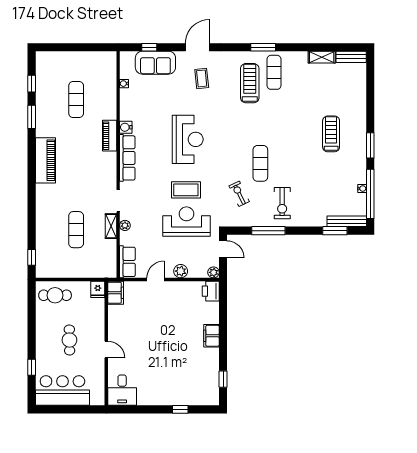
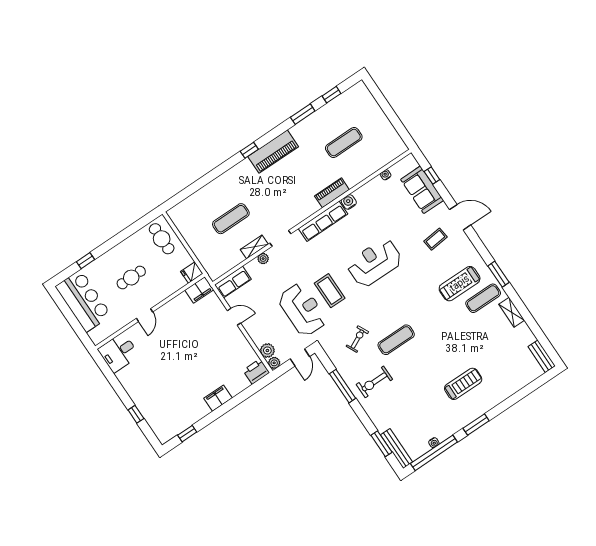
shelving: (322, 57) -> (512, 312), moved
treadmill: (250, 83) -> (460, 284), turned 180
reception desk: (188, 139) -> (374, 263), turned 180
window: (32, 257) -> (249, 150), moved
plant: (181, 271) -> (267, 351), moved

